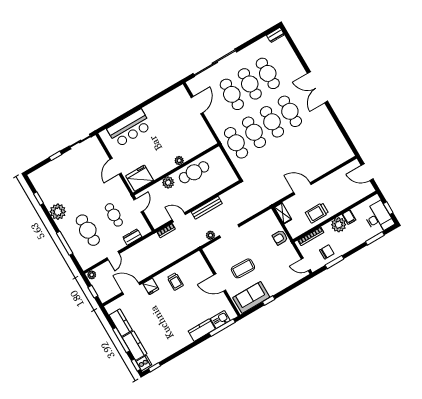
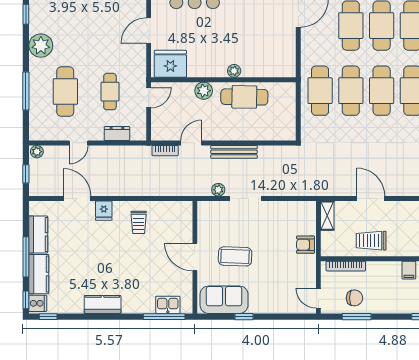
door: (179, 217) -> (191, 143), hinge flipped
plant: (339, 225) -> (390, 272), removed
kitchen counter: (202, 330) -> (103, 304), moved

